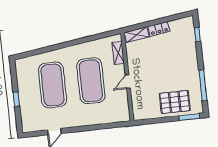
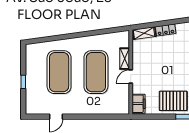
shelving: (118, 53) -> (125, 59), moved
filing cabinet: (139, 109) -> (139, 104), added

